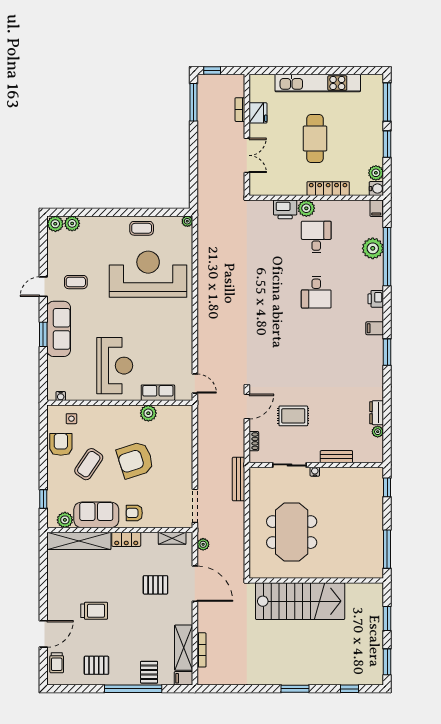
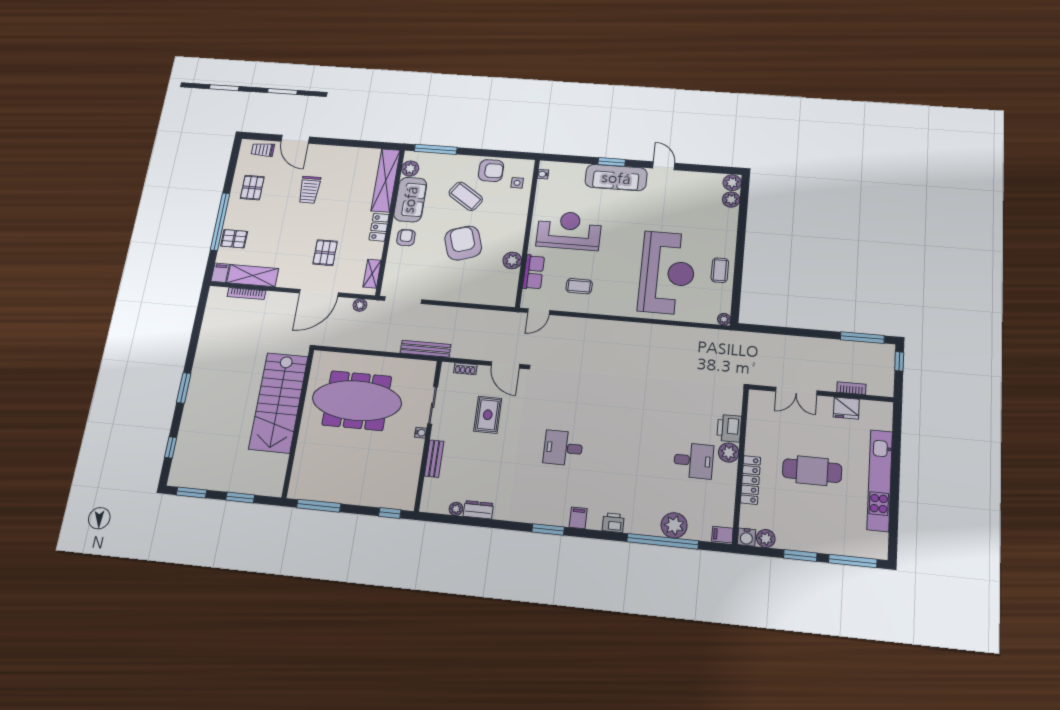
coffee table: (76, 282) -> (579, 286), moved, turned 90
desk: (316, 292) -> (563, 448), moved
reception desk: (115, 366) -> (569, 230), turned 180
window: (43, 499) -> (436, 149), width x2.17
meeting table: (292, 532) -> (357, 401), width x1.36

